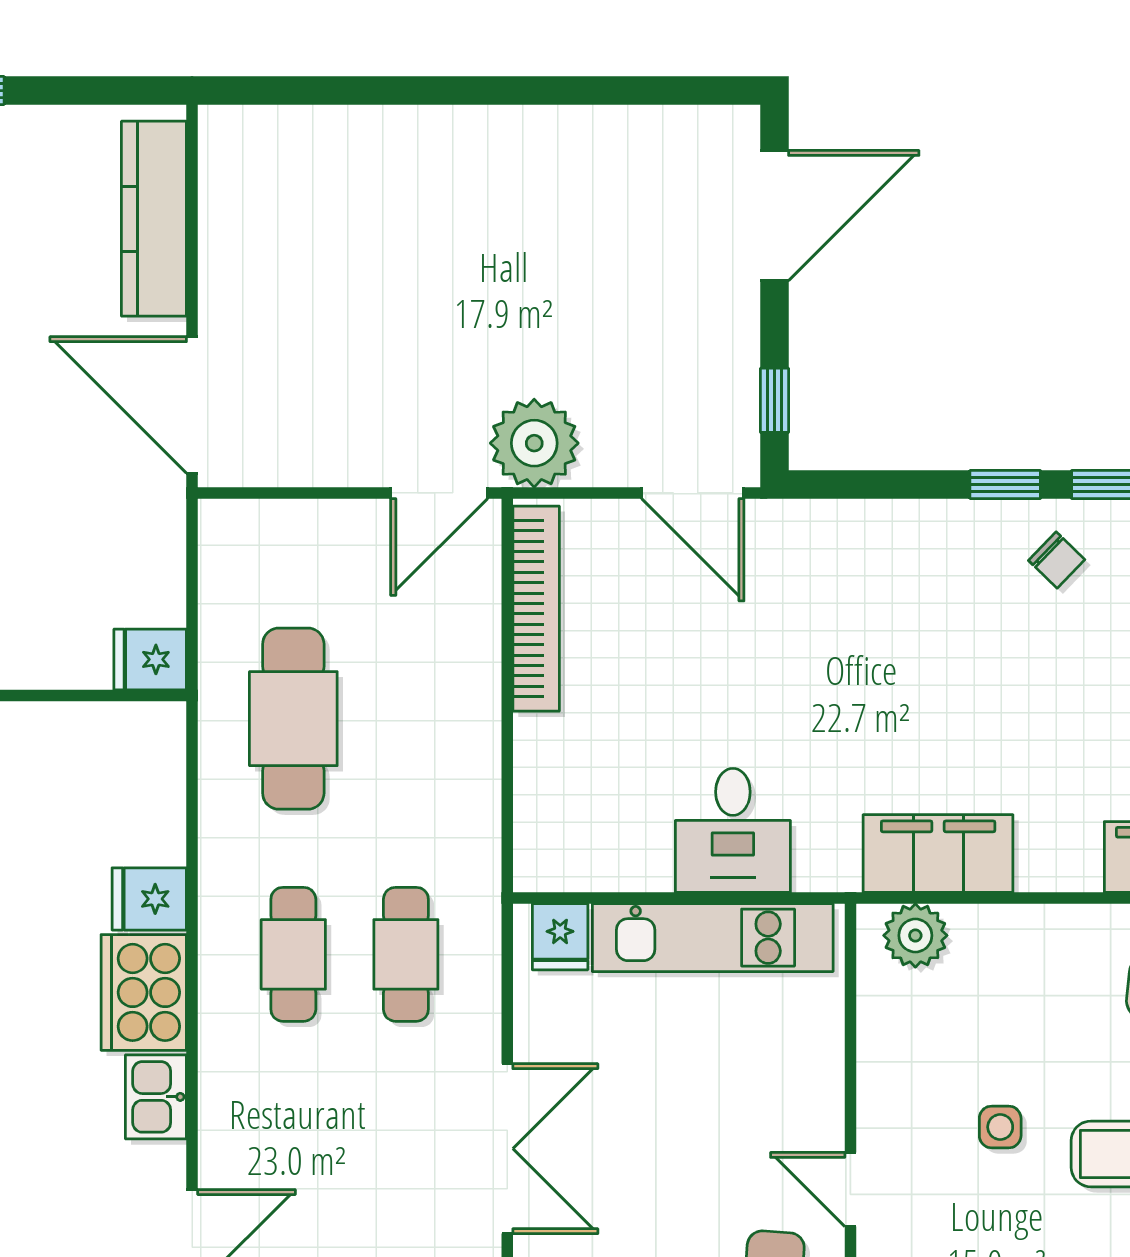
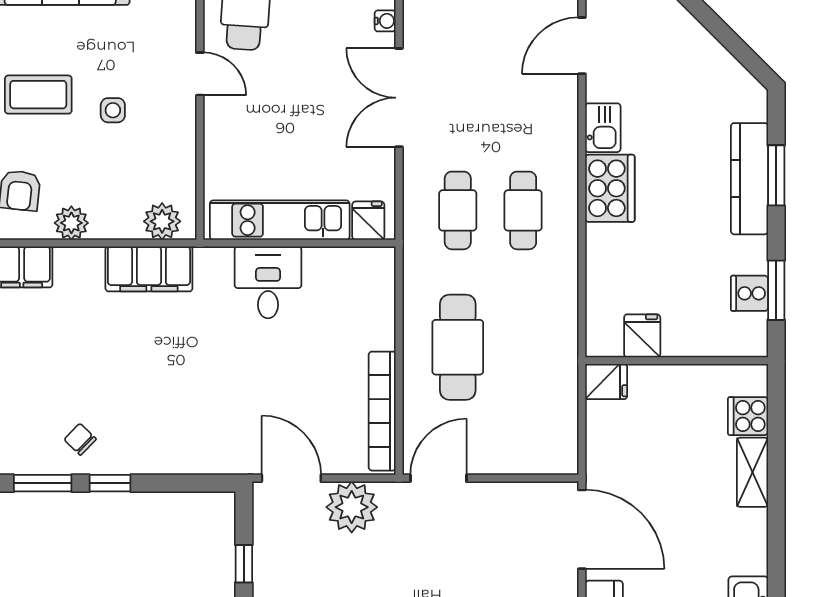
window: (774, 400) -> (244, 564), moved
plant: (534, 443) -> (352, 507), moved
cafe table: (293, 719) -> (458, 347), moved
fridge: (149, 899) -> (642, 336), moved, turned -90
plant: (1072, 933) -> (71, 223), added

